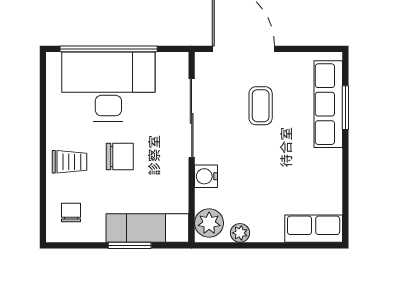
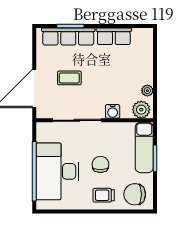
trolley: (70, 162) -> (104, 195), turned -90
chair: (71, 212) -> (135, 194), width x1.87, depth x1.87
row of seats: (314, 229) -> (114, 36), moved, turned -90

